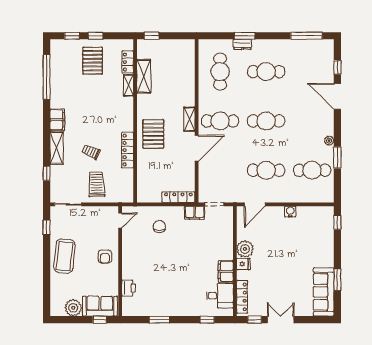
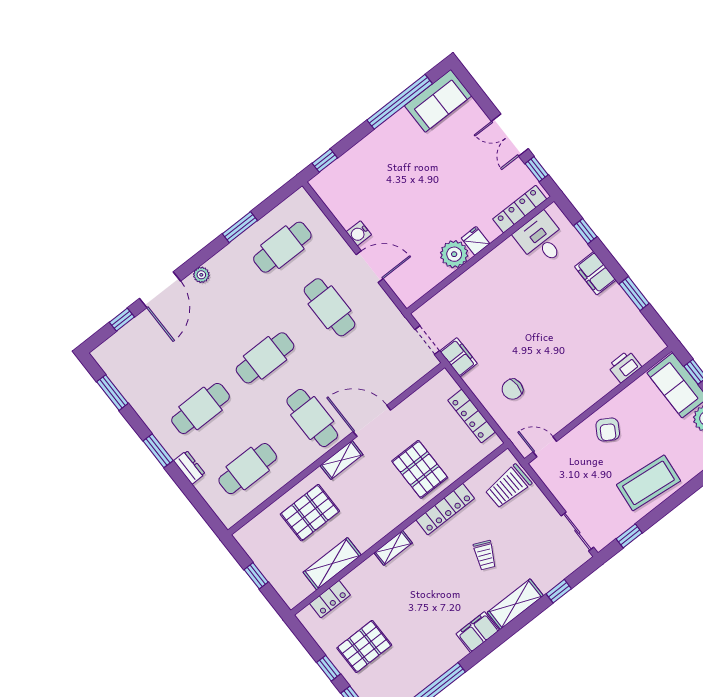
window: (152, 36) -> (256, 576), moved
window: (245, 36) -> (158, 451), moved
window: (306, 36) -> (112, 393), width x0.69
cafe table: (266, 72) -> (201, 408), turned 90
shelving: (129, 85) -> (393, 548), moved
pallet: (176, 85) -> (310, 513), added
cafe table: (266, 121) -> (265, 358), turned 90
pallet: (153, 134) -> (420, 469), moved, turned 90
plant: (329, 141) -> (201, 275), moved
cafe table: (312, 170) -> (282, 247), turned 90
trolley: (97, 184) -> (508, 486), moved
locker: (178, 197) -> (472, 416), moved
door: (255, 204) -> (370, 267), moved
armchair: (105, 257) -> (608, 430), turned 121
filing cabinet: (226, 271) -> (595, 273), moved, turned 90
window: (337, 280) -> (400, 102), width x2.11
sofa: (324, 292) -> (438, 101), width x0.73

